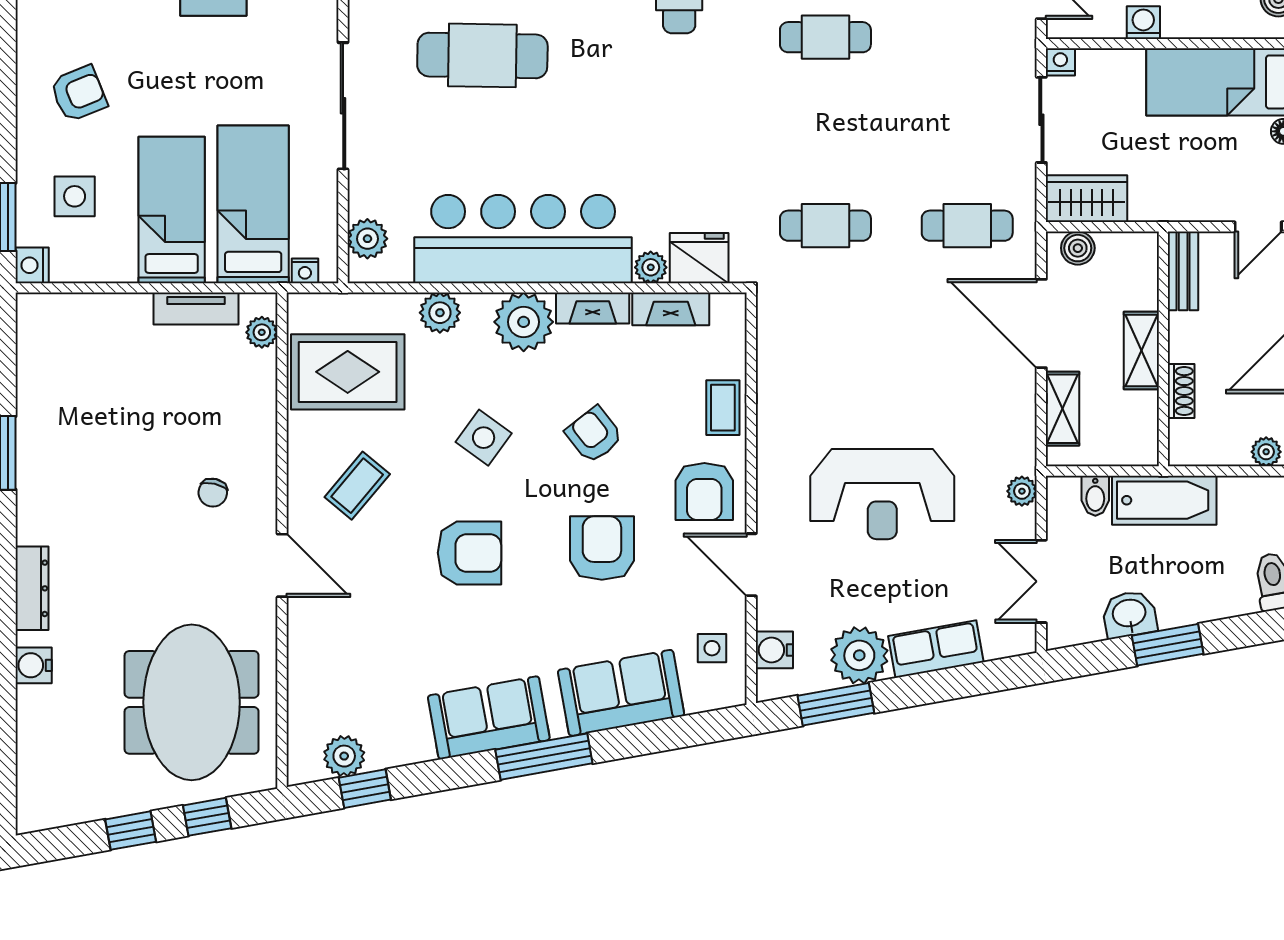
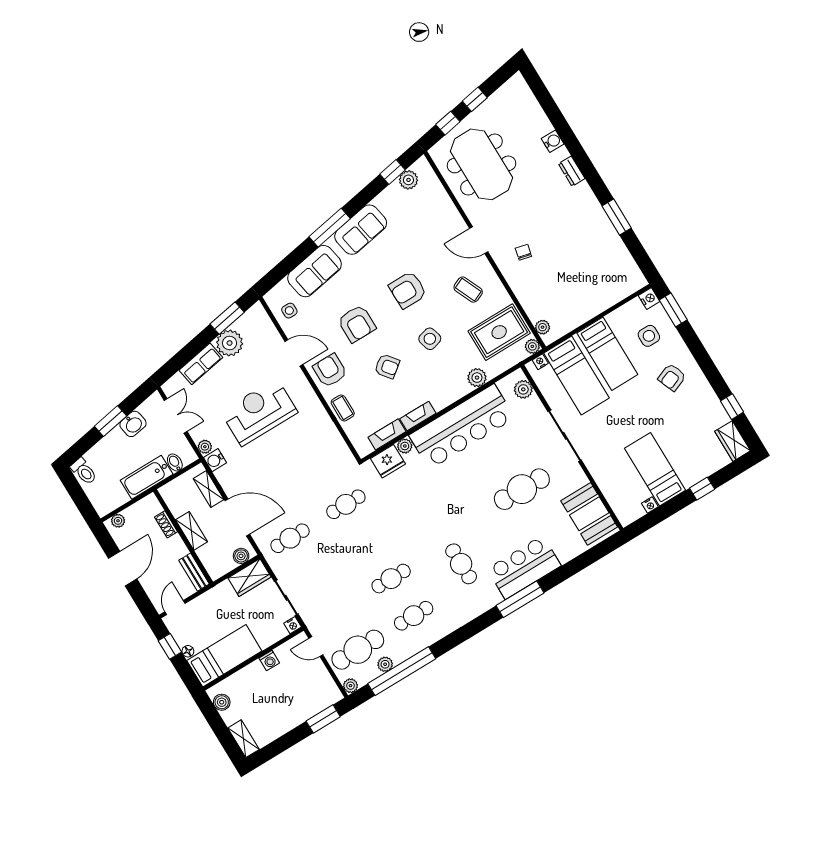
tv unit: (196, 309) -> (574, 321), removed
plant: (524, 322) -> (532, 346), moved, width x0.53, depth x0.53
side table: (484, 438) -> (430, 339), turned 38
coffee table: (357, 486) -> (468, 290), turned -64
dresser: (32, 588) -> (572, 171), width x0.70
water cooler: (774, 650) -> (215, 460), moved, turned 180

